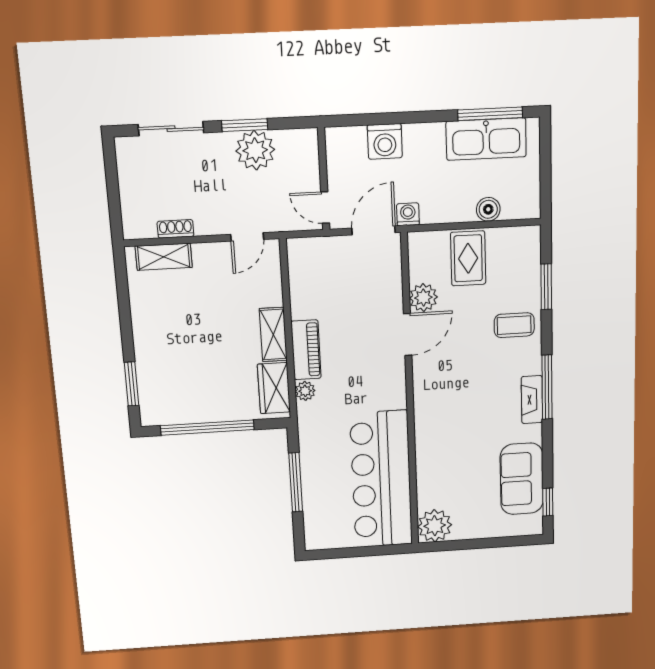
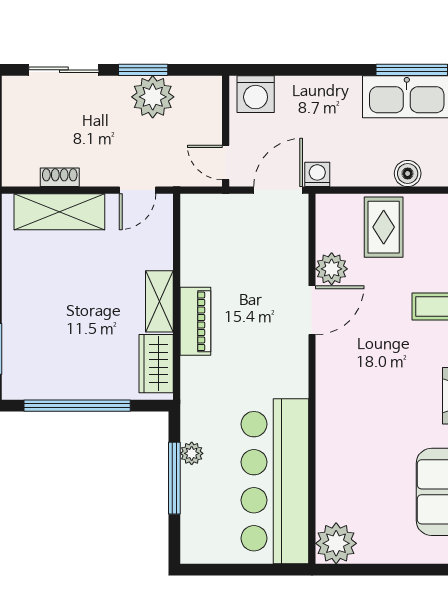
washing machine: (385, 141) -> (256, 94), moved
shelving: (164, 257) -> (59, 212), width x1.50, depth x1.33
plant: (305, 391) -> (192, 453), moved

